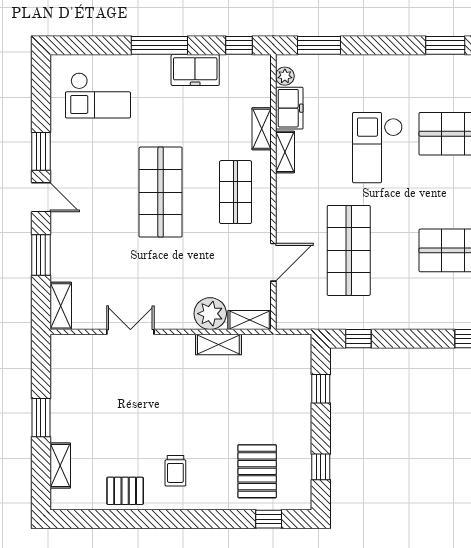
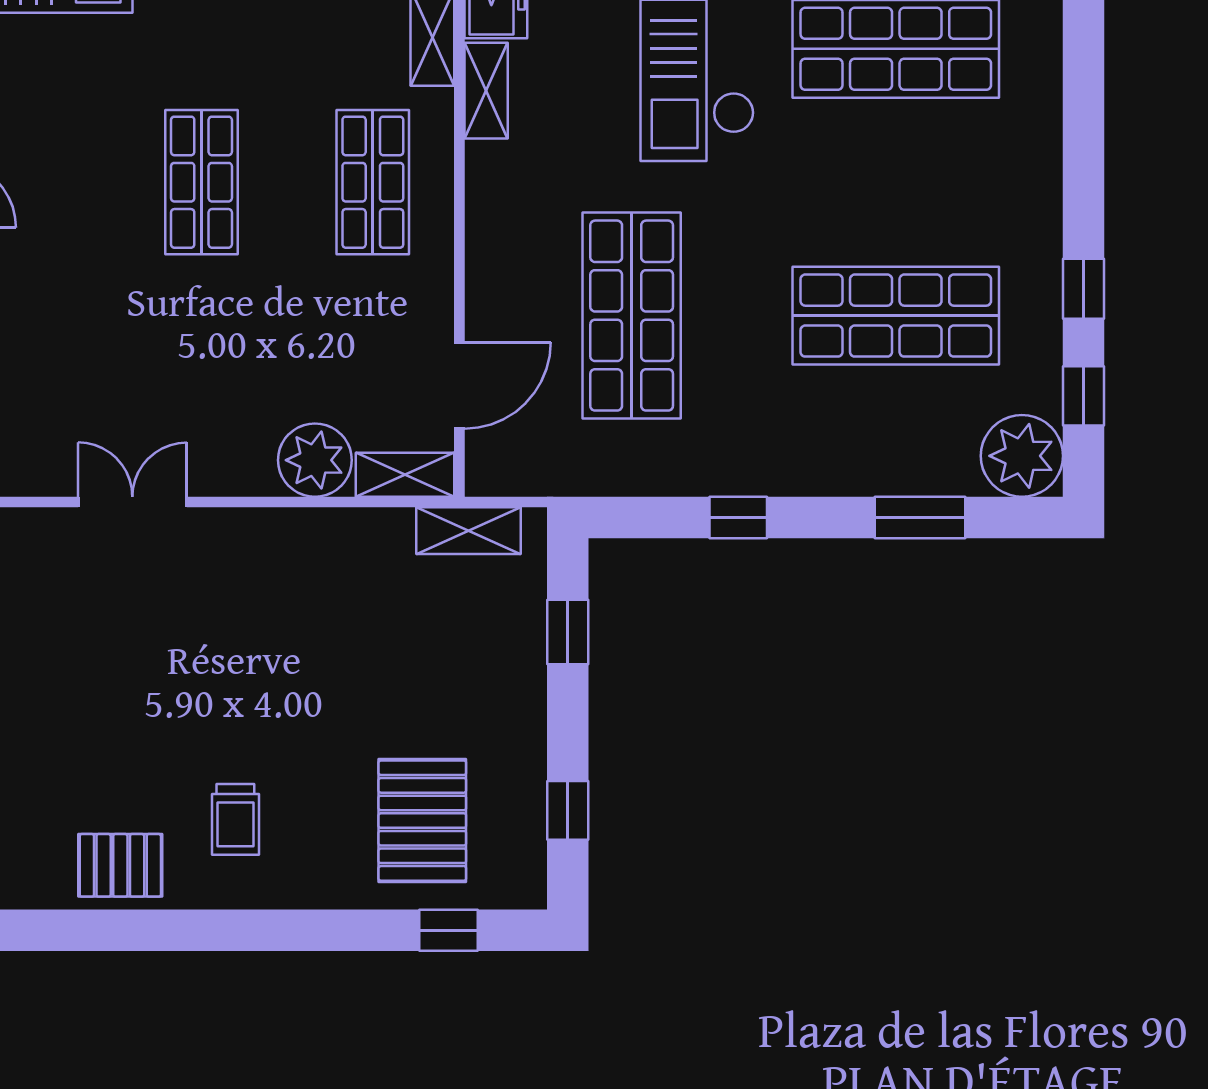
shop shelf: (161, 192) -> (201, 182), width x0.70, depth x0.74
door: (273, 262) -> (459, 385), moved
window: (358, 339) -> (738, 517), moved
shelving: (218, 344) -> (469, 531), moved

